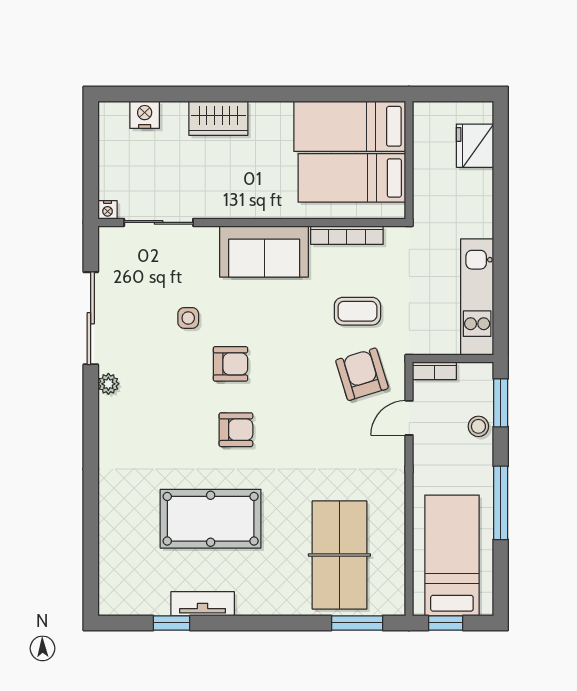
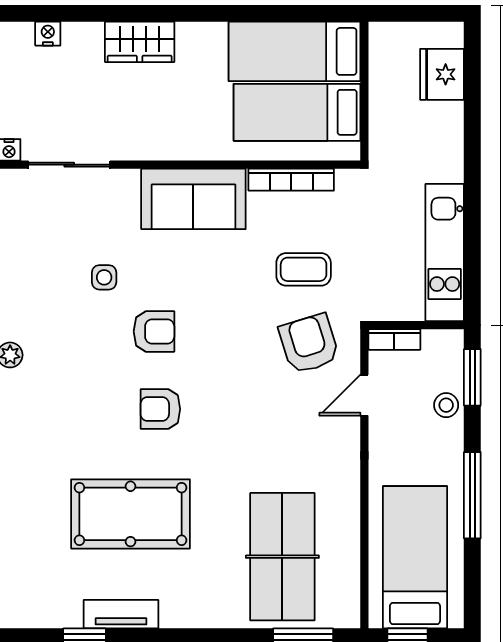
nightstand: (145, 115) -> (48, 34), width x0.72, depth x0.74
armchair: (236, 430) -> (160, 409), turned 180

